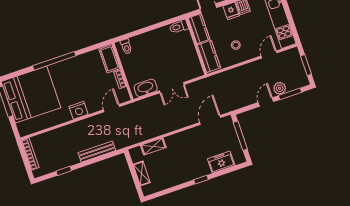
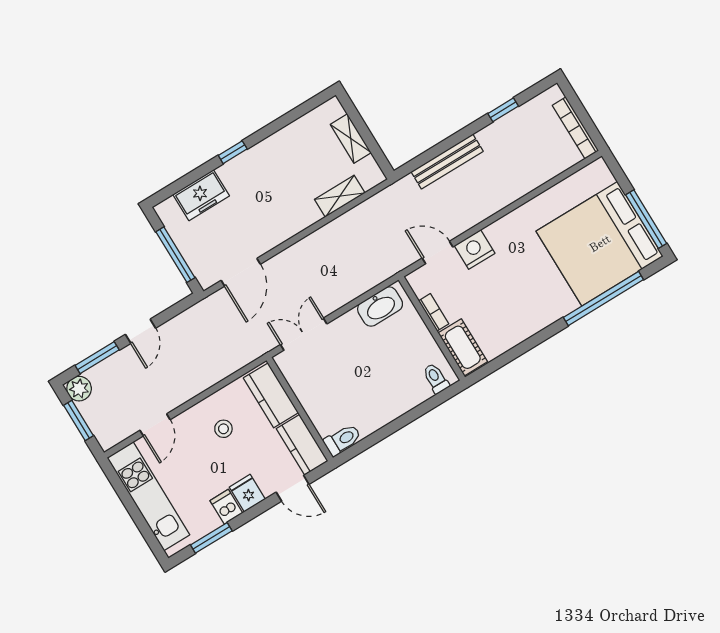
window: (54, 61) -> (603, 299), moved
double door: (172, 88) -> (304, 334), moved
plant: (280, 88) -> (79, 389), moved
door: (111, 108) -> (438, 252), swing flipped
nightstand: (79, 110) -> (475, 250), moved

